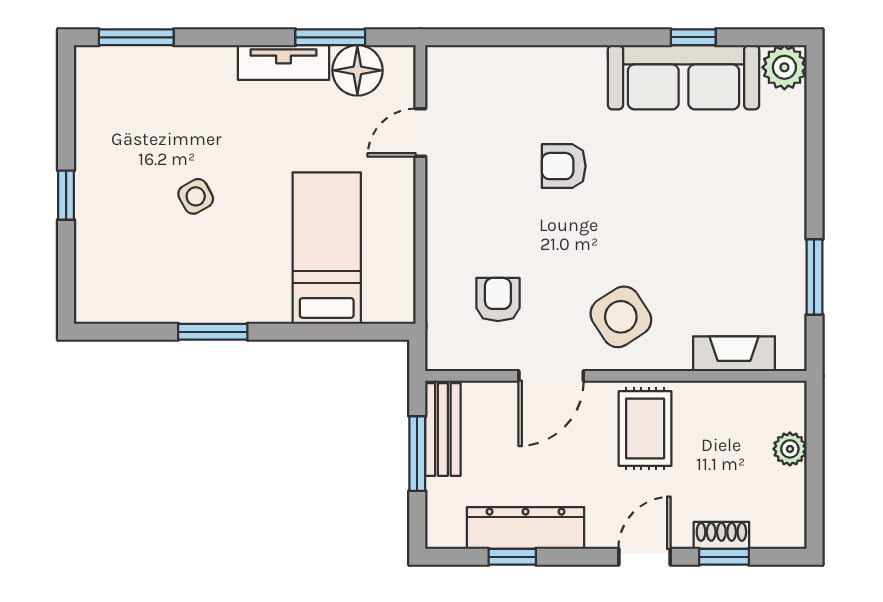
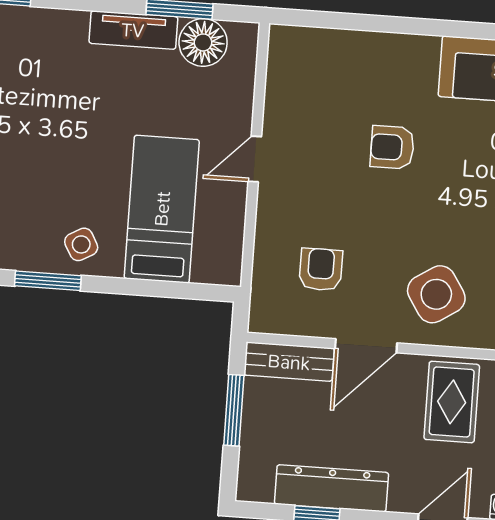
door: (420, 133) -> (255, 159), moved
side table: (196, 196) -> (81, 244), moved
bench: (443, 429) -> (289, 362), moved, turned 90

